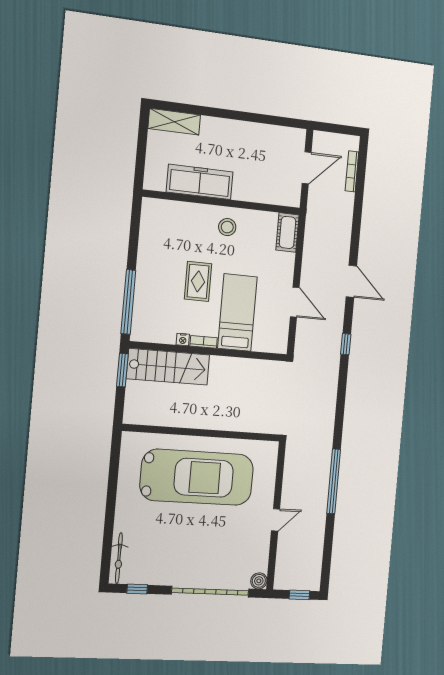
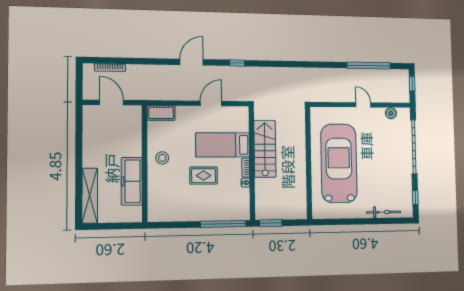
shelving: (174, 122) -> (90, 196), width x1.47
stairs: (168, 367) -> (265, 149), moved
window: (334, 481) -> (369, 66), moved
bicycle: (119, 558) -> (384, 212), moved
boiler: (259, 581) -> (391, 113), moved

